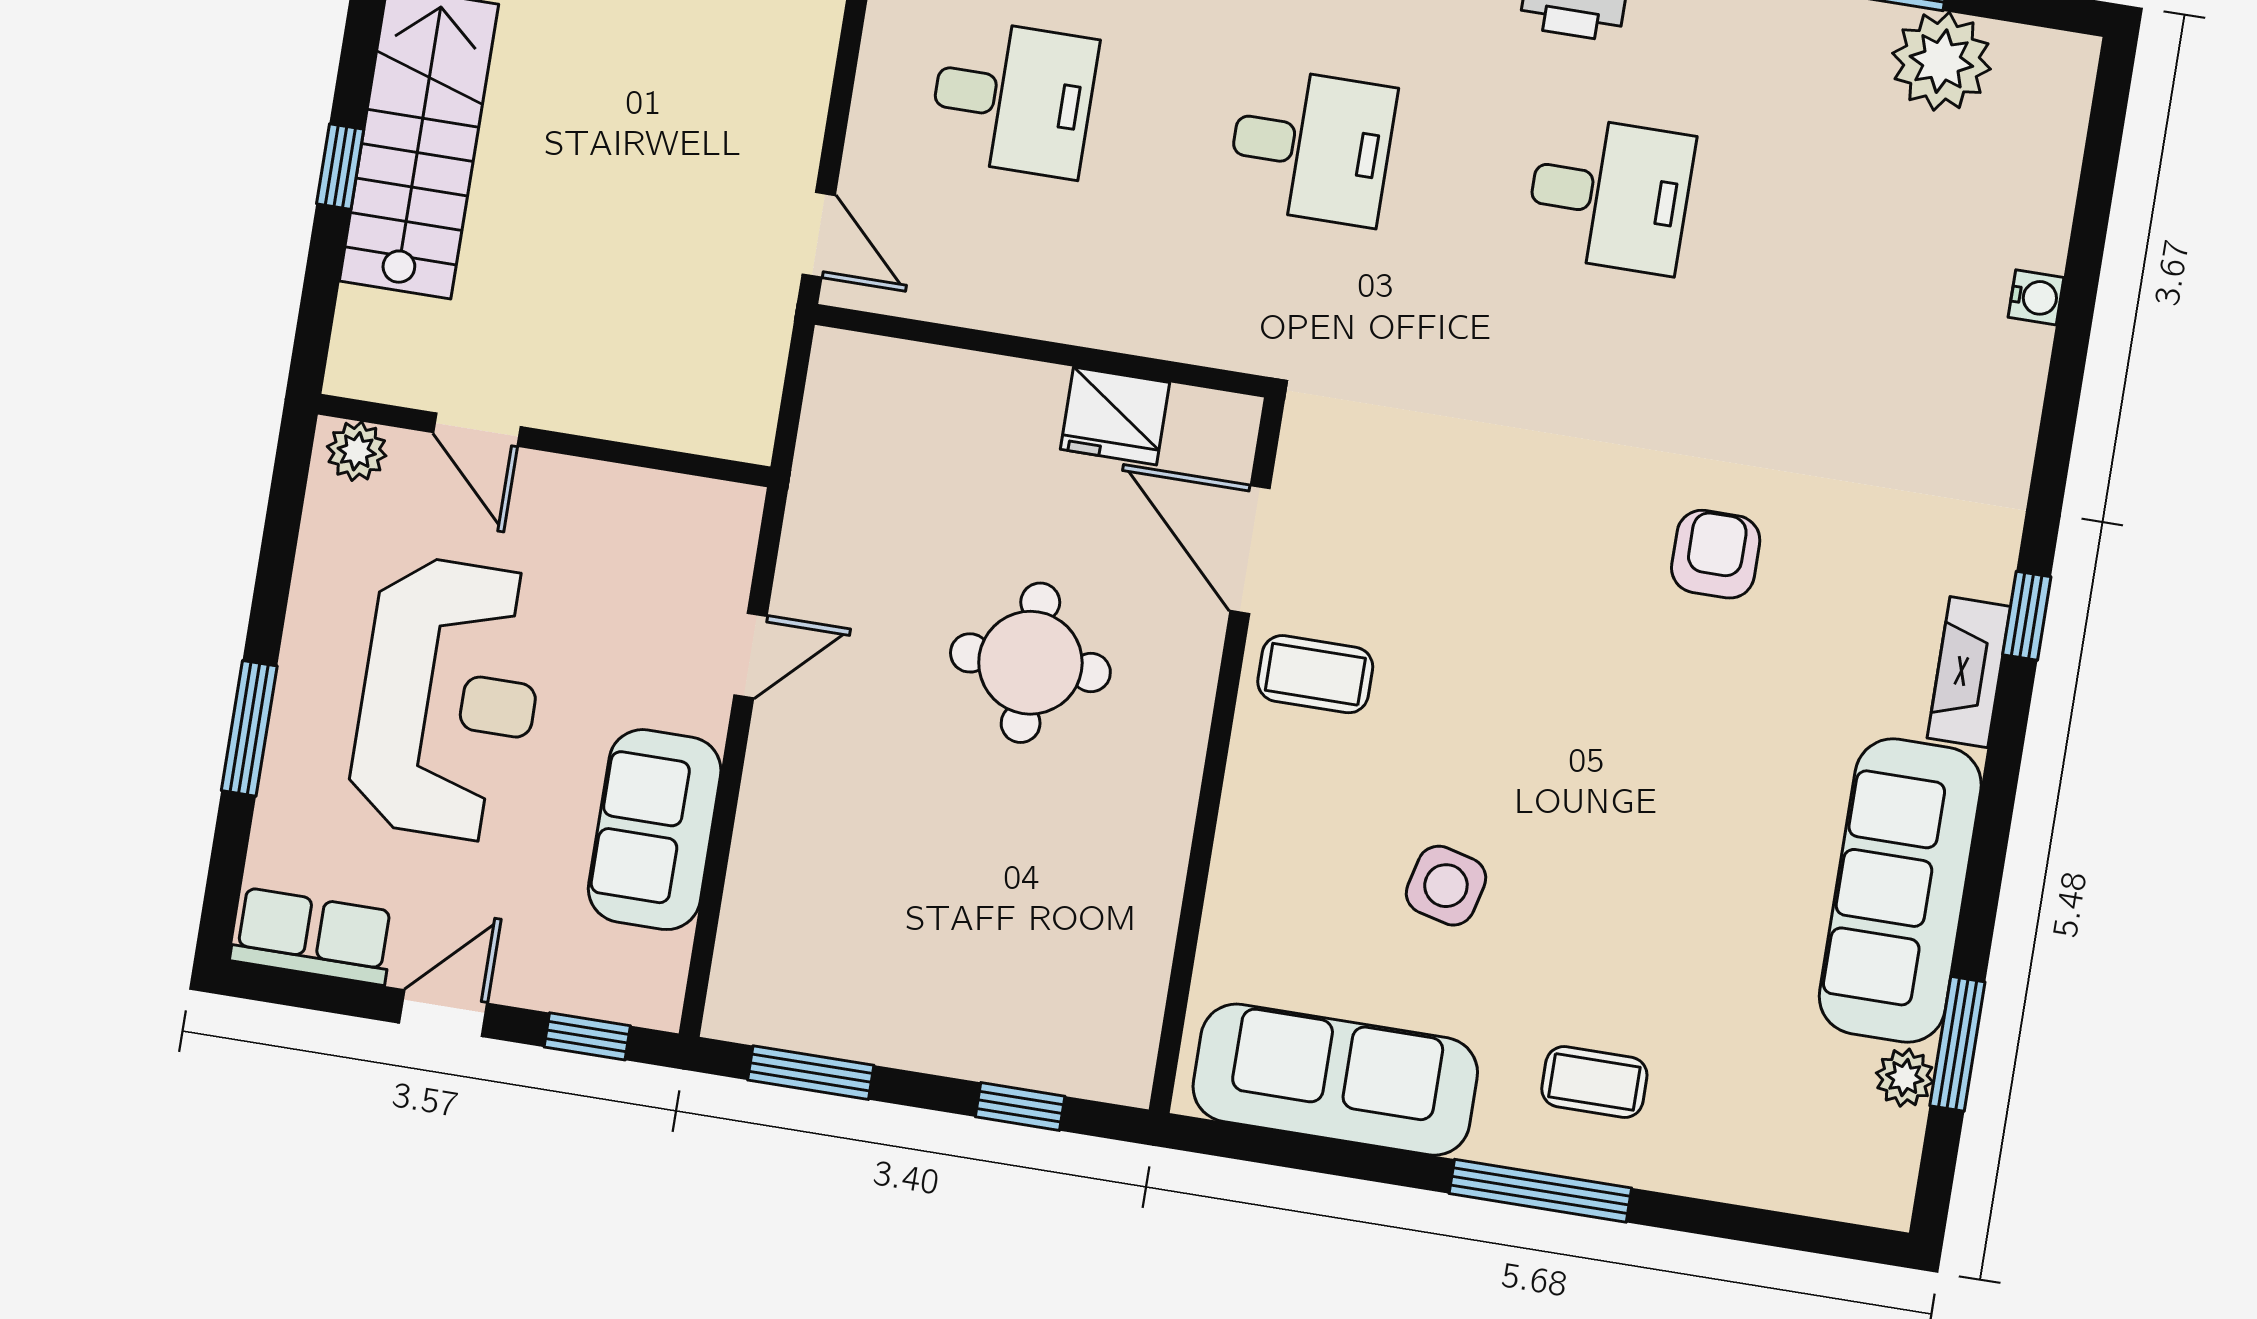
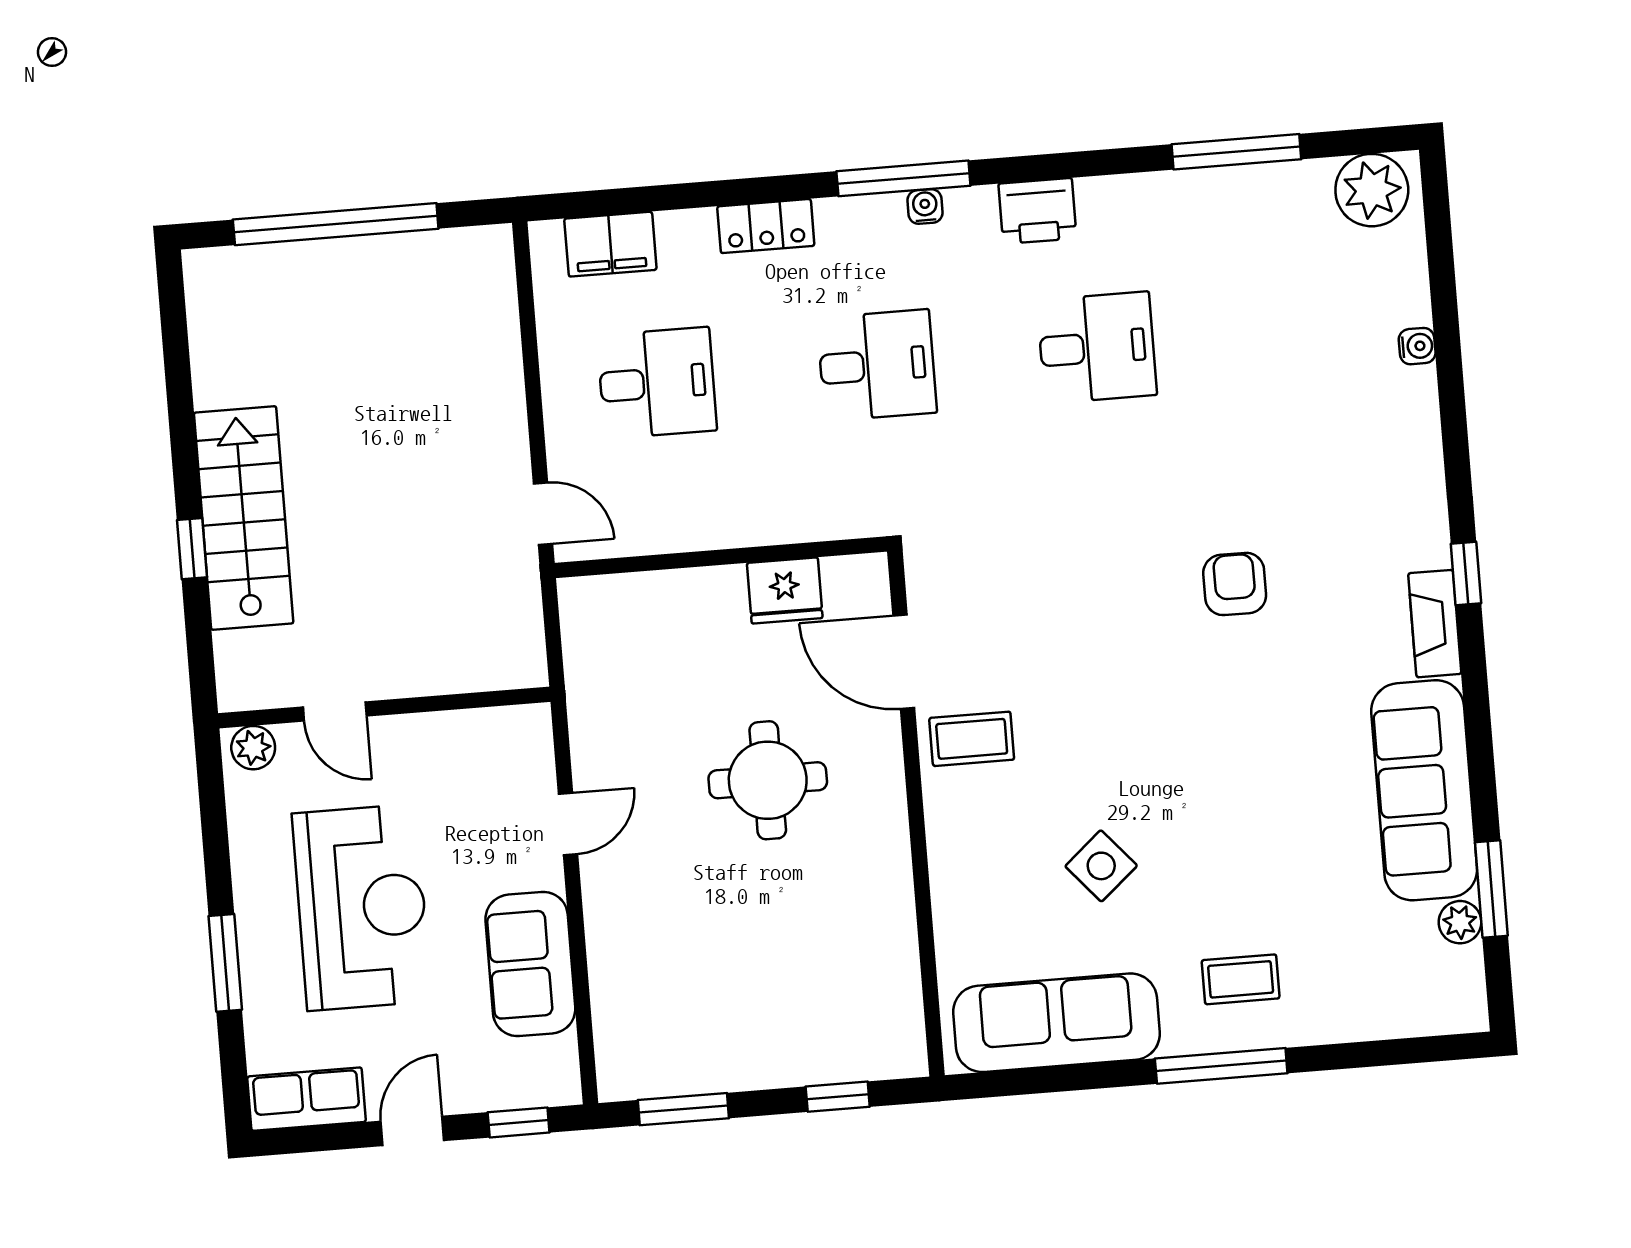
plant: (1941, 61) -> (1372, 190), moved
side table: (1446, 886) -> (1101, 866), turned 35

